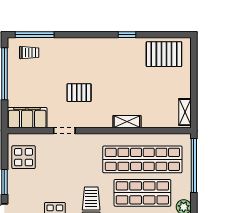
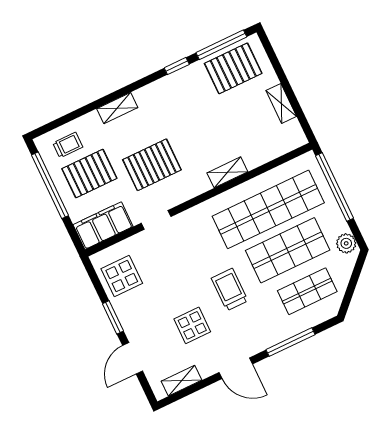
window: (35, 35) -> (221, 45), moved
shelving: (74, 44) -> (117, 108), added
pallet: (35, 78) -> (89, 174), added
pallet: (79, 93) -> (152, 165), width x1.50, depth x1.42
shelving: (185, 112) -> (281, 103), moved

